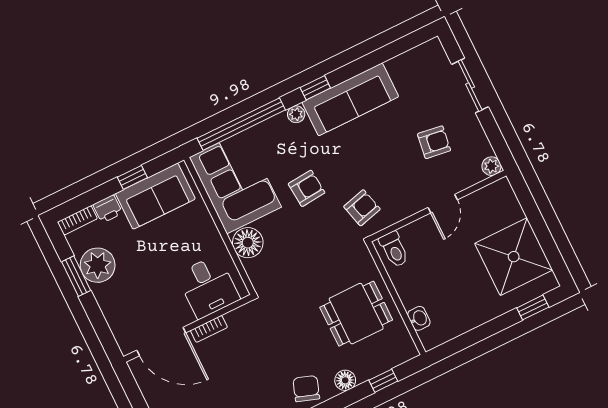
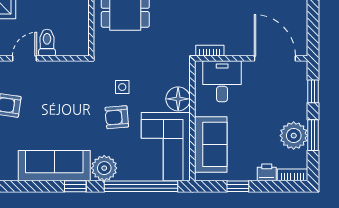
plant: (296, 114) -> (104, 168), width x1.87, depth x1.87
sofa: (155, 196) -> (211, 144), moved, turned 90
armchair: (362, 208) -> (84, 84), removed
side table: (317, 225) -> (122, 87), added
toilet: (394, 249) -> (47, 43), moved
window: (100, 325) -> (313, 91), added
bookcase: (209, 329) -> (210, 51), moved

